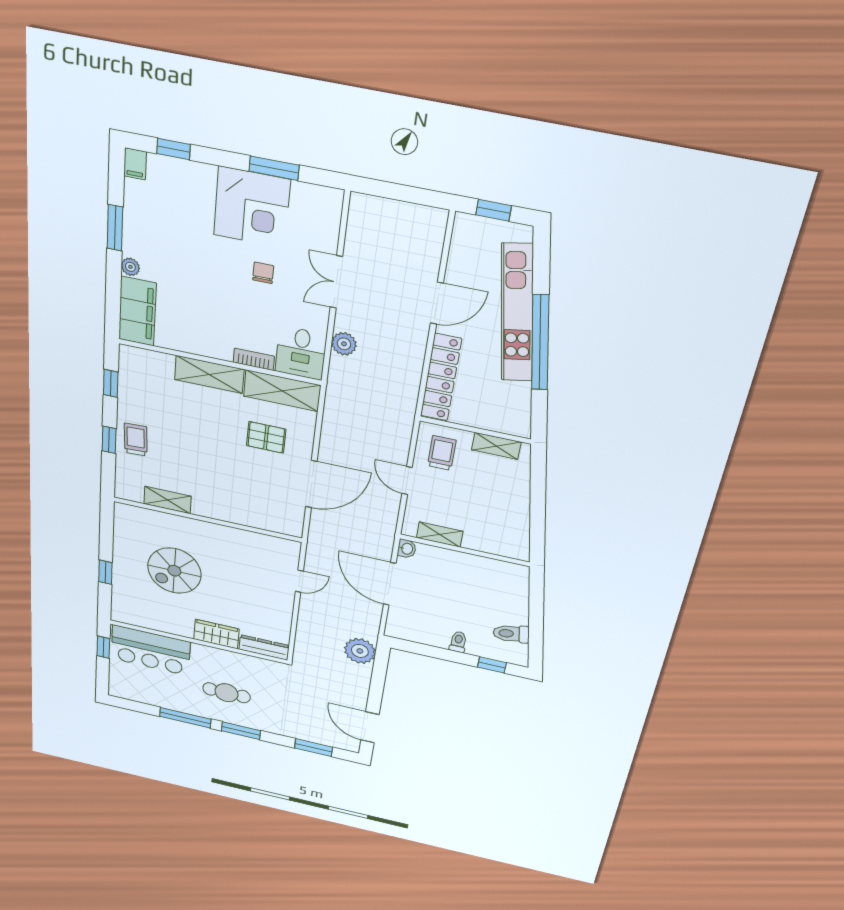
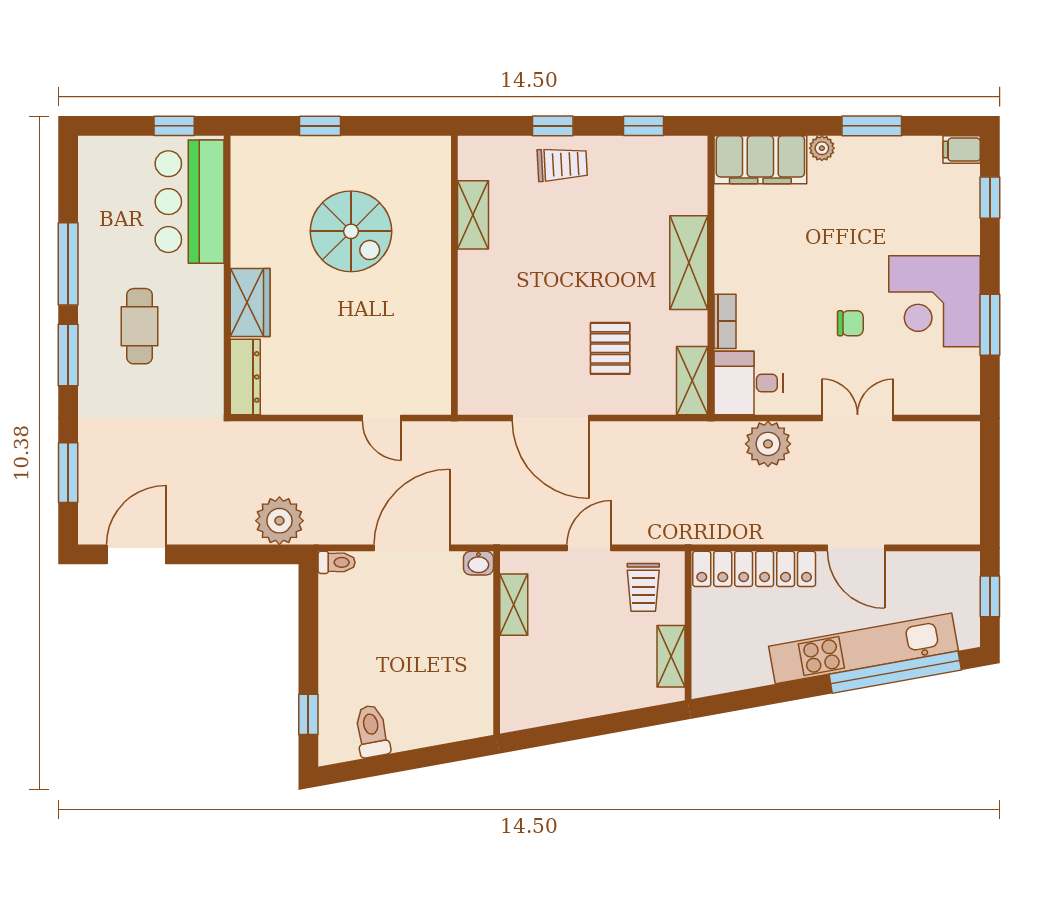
window: (540, 343) -> (895, 672), moved
plant: (344, 344) -> (768, 444), width x1.36, depth x1.36
shelving: (282, 391) -> (692, 381), width x0.67, depth x0.75
trolley: (442, 453) -> (643, 587), turned 90
spiral stairs: (174, 571) -> (351, 231), turned 180
toilet: (458, 642) -> (337, 562), moved

